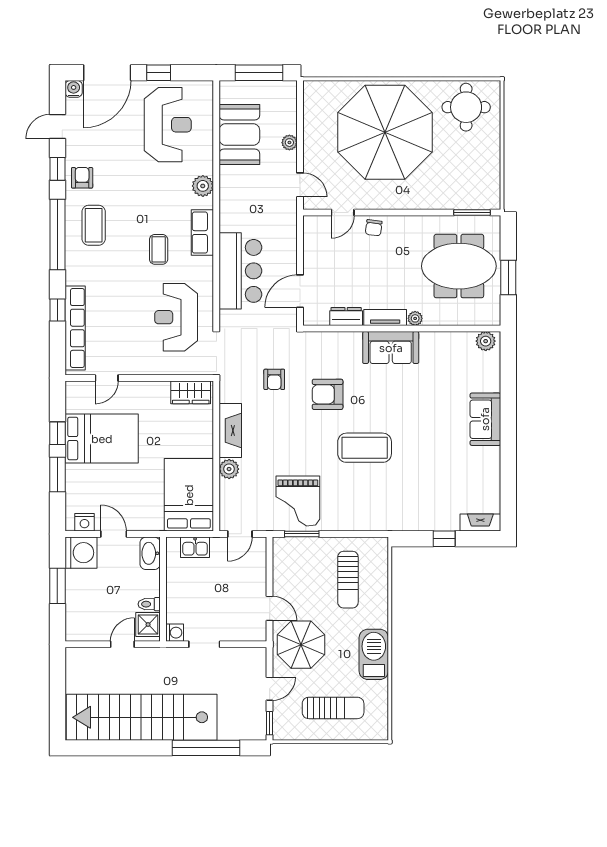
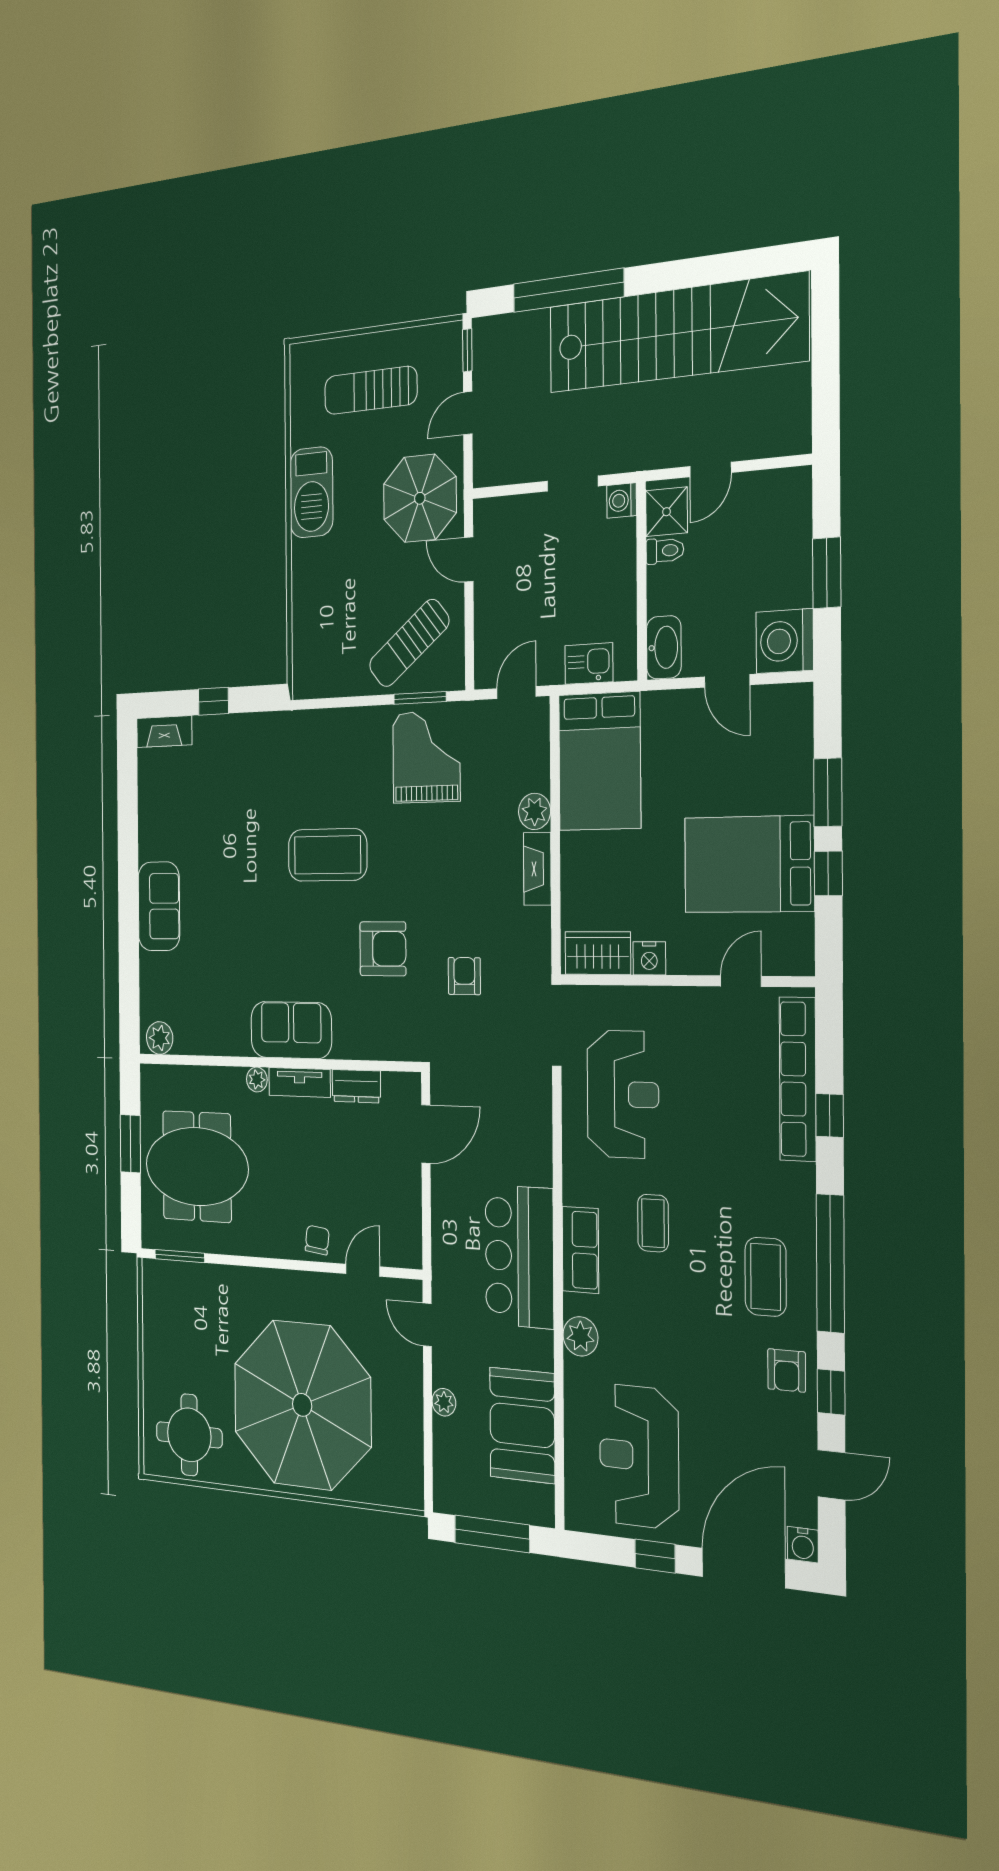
bar counter: (240, 271) -> (519, 1257), moved
fireplace: (230, 431) -> (537, 869), width x0.73, depth x0.76
nightstand: (84, 522) -> (649, 958), moved, turned 180
sun lounger: (348, 580) -> (409, 643), moved, turned -129

